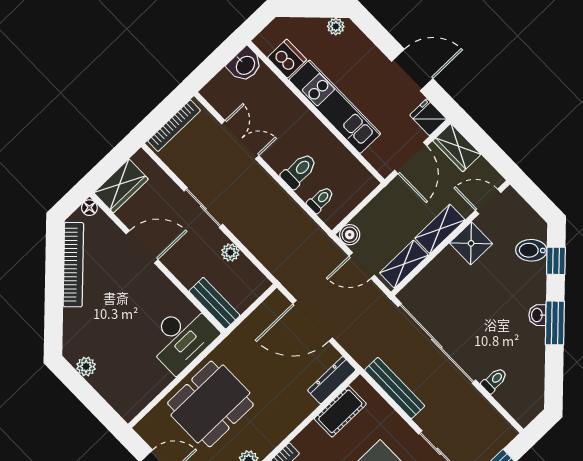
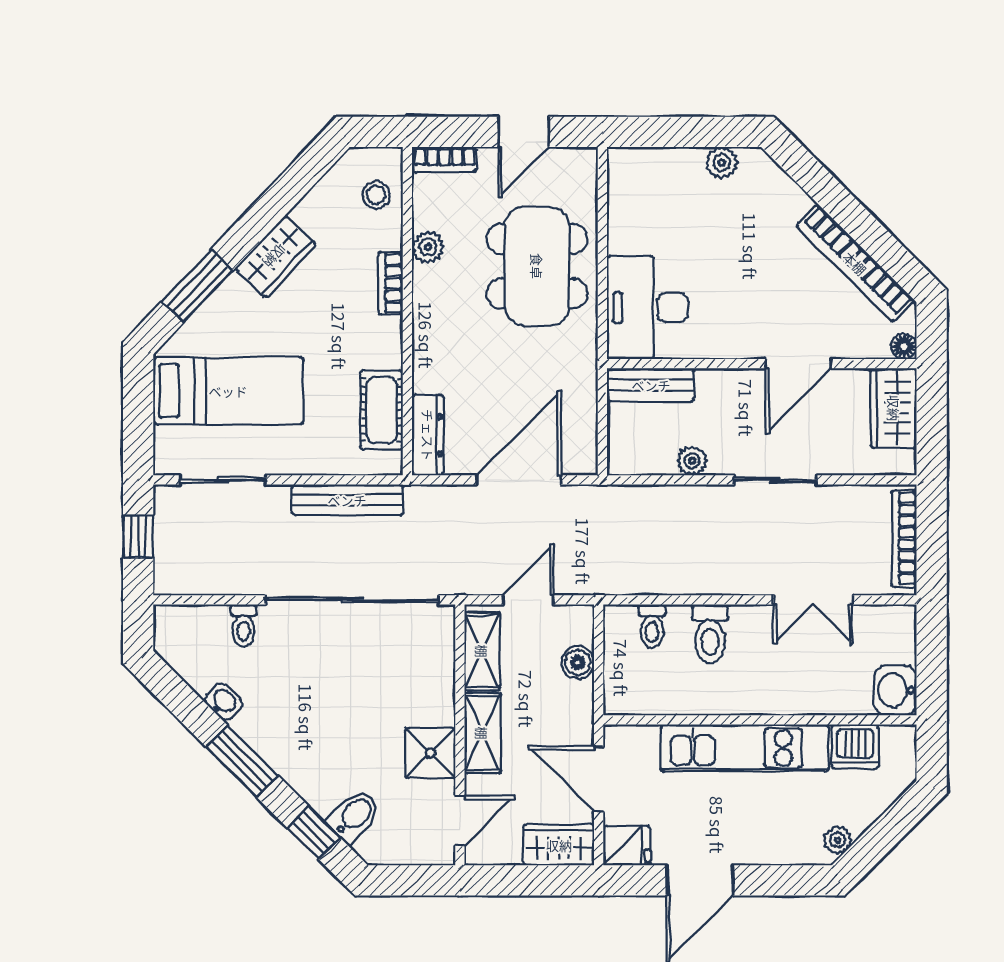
boiler: (350, 235) -> (578, 663), moved
washbasin: (537, 315) -> (223, 702), moved

